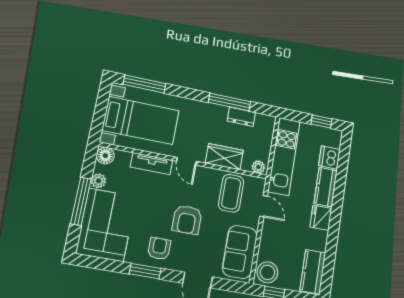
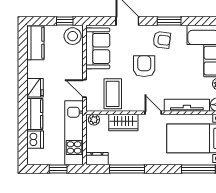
dresser: (241, 117) -> (97, 159), moved
window: (321, 122) -> (58, 169), moved
tv unit: (152, 164) -> (187, 105), width x1.41
armchair: (159, 249) -> (162, 40), turned -83

